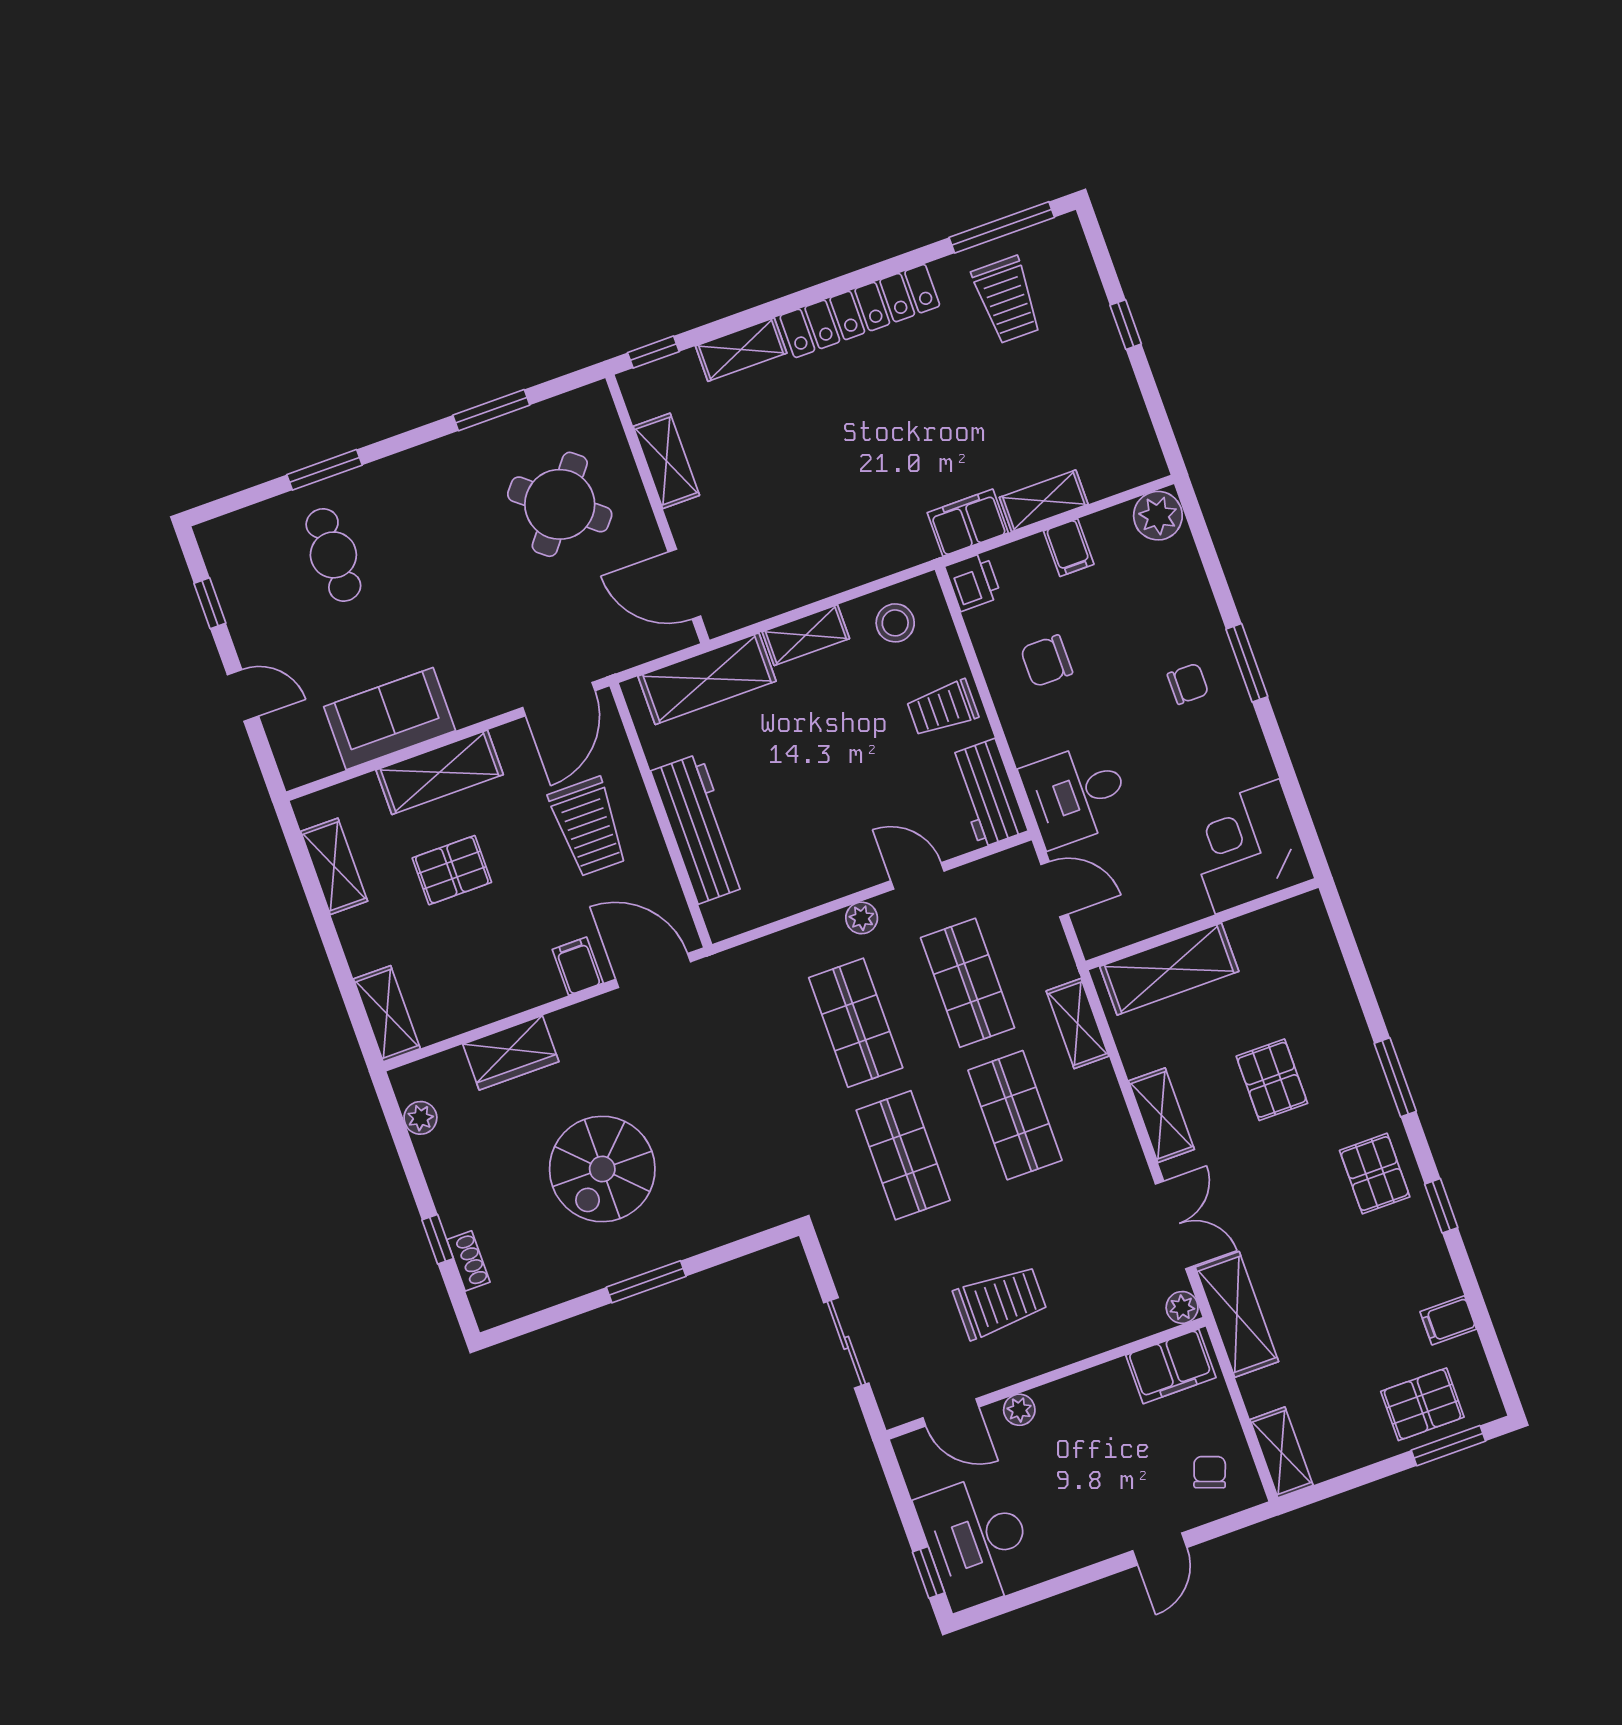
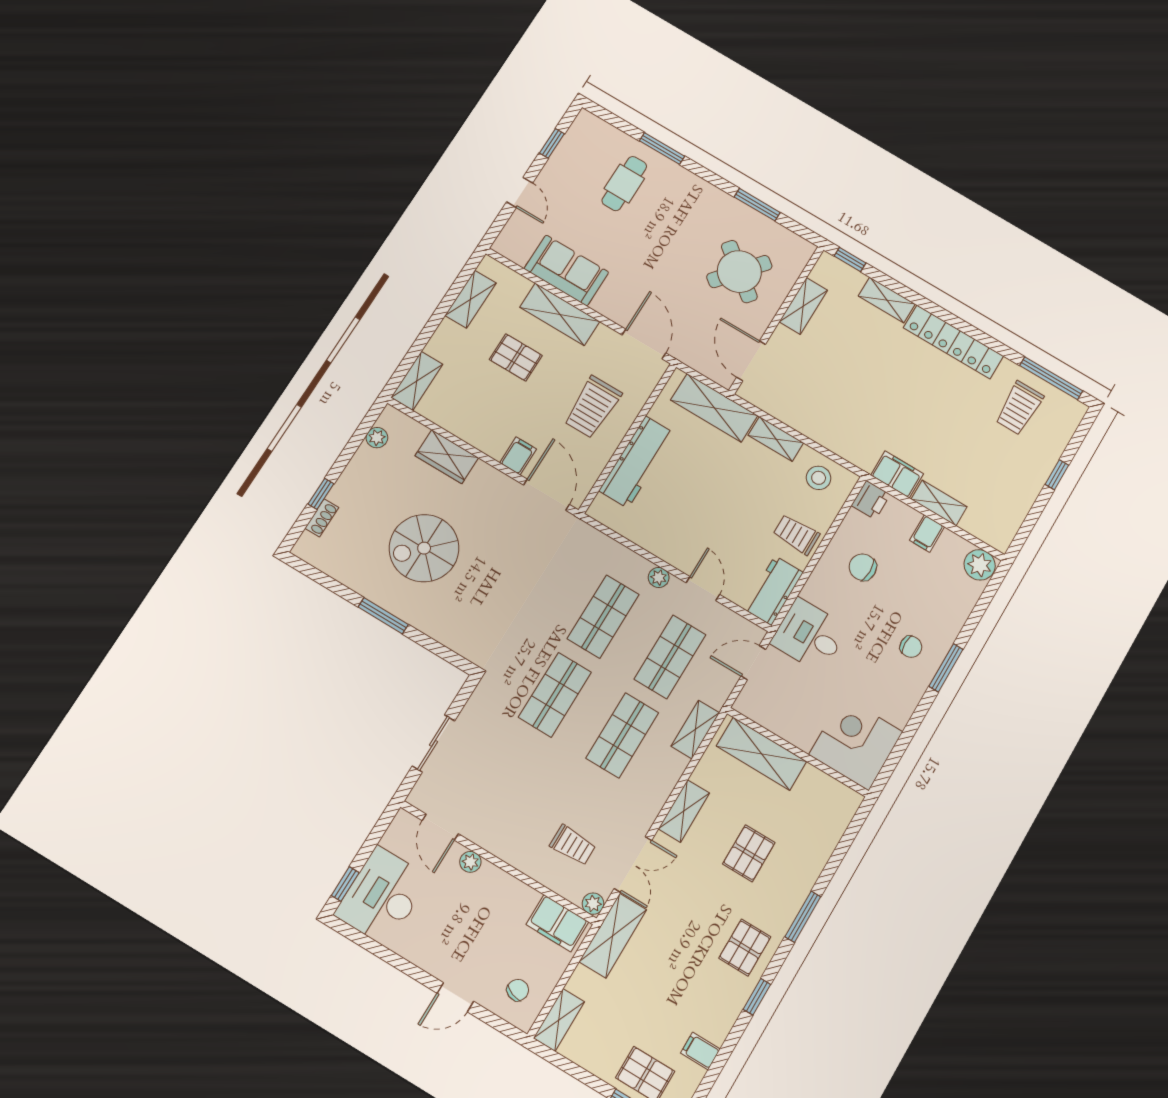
door: (559, 699) -> (644, 344), swing flipped
door: (1055, 889) -> (753, 663), swing flipped
trolley: (1000, 1302) -> (573, 845), moved, width x0.73, depth x0.72

